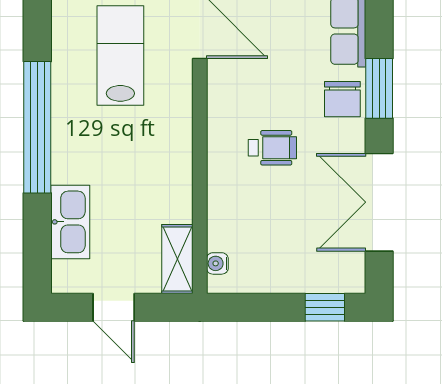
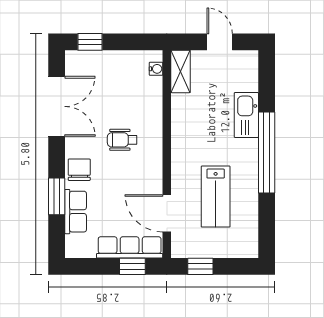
window: (379, 88) -> (57, 196), moved
kitchen sink: (70, 222) -> (246, 115), moved

